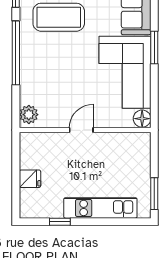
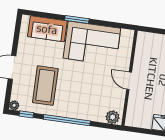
floor lamp: (142, 119) -> (127, 36), removed

